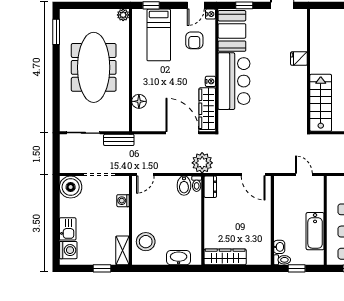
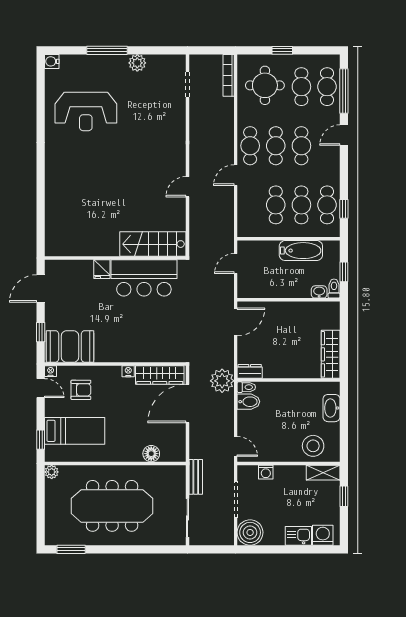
bar counter: (234, 81) -> (144, 278), moved, turned 180

